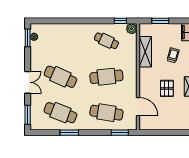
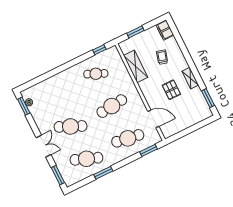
plant: (132, 29) -> (113, 52), removed

